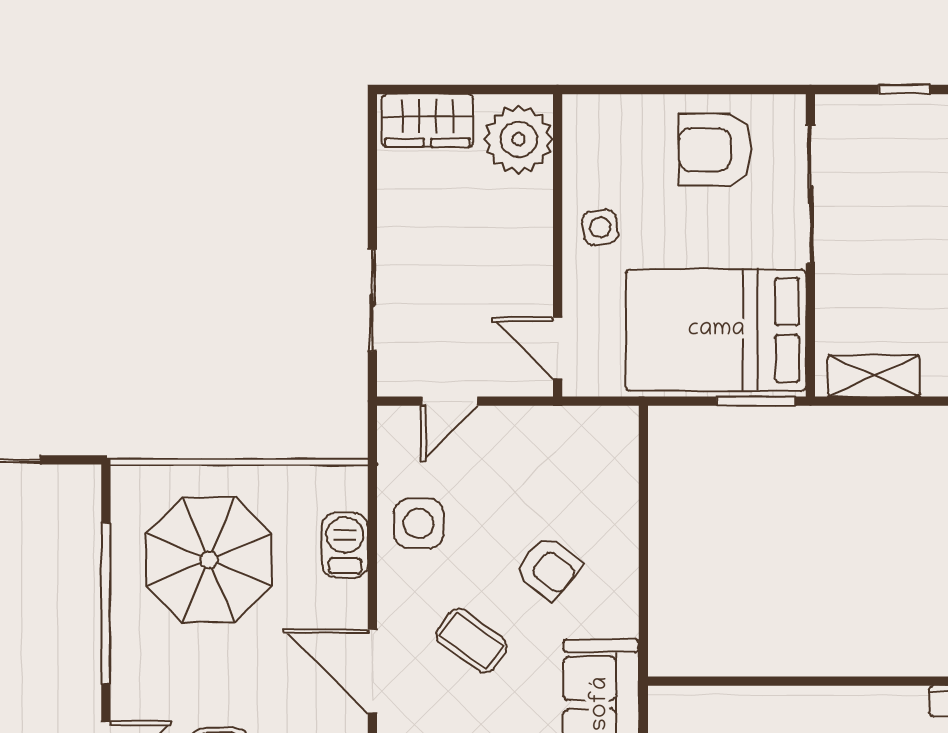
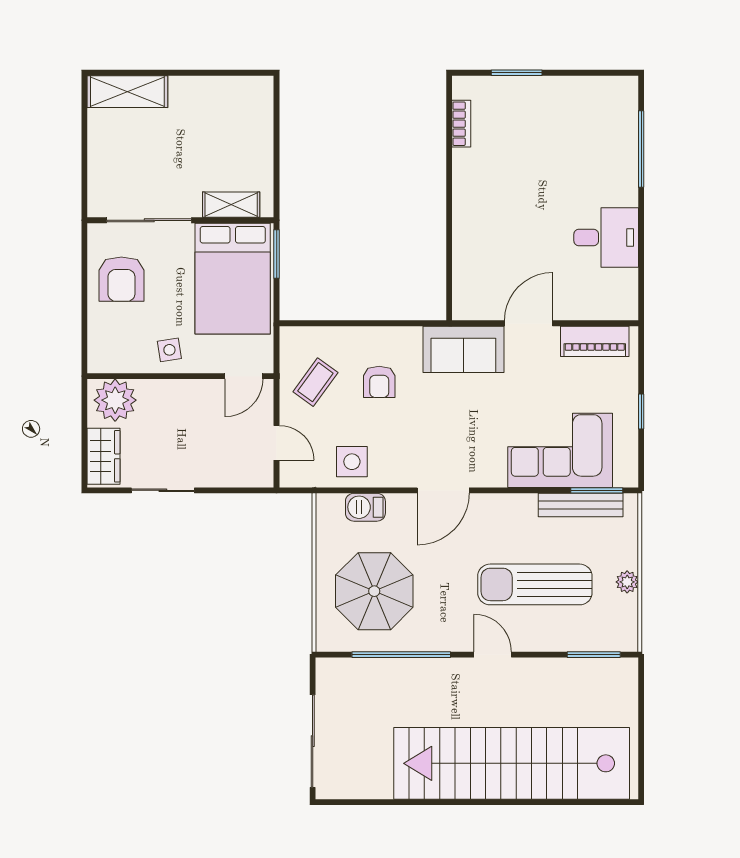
window: (904, 89) -> (84, 163), removed
sliding door: (372, 300) -> (163, 490), moved
shelving: (874, 376) -> (231, 205), moved, turned 90
armchair: (548, 568) -> (379, 382), turned 142
coffee table: (471, 641) -> (315, 382), moved

